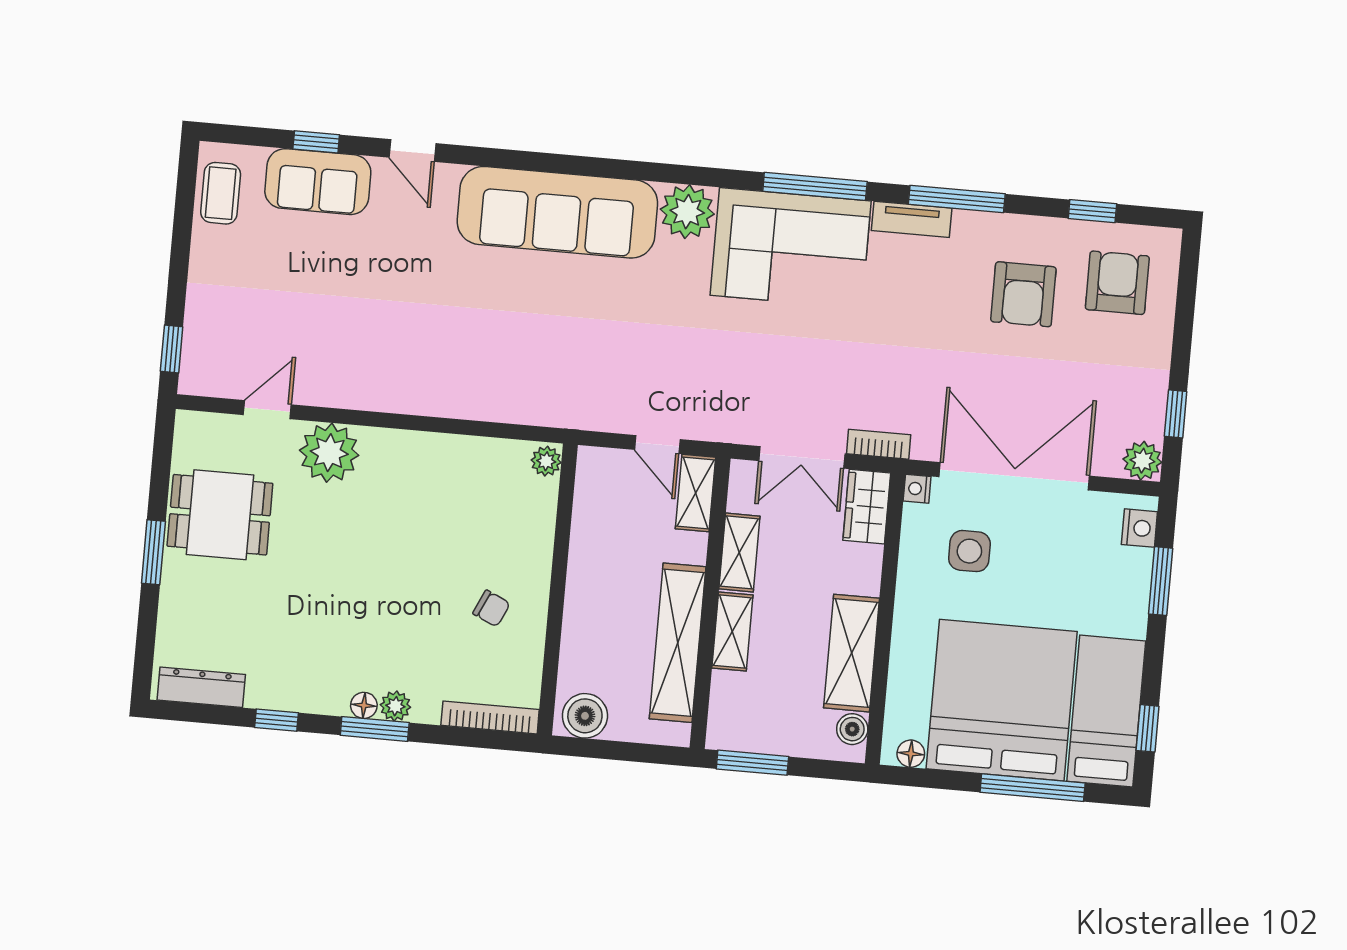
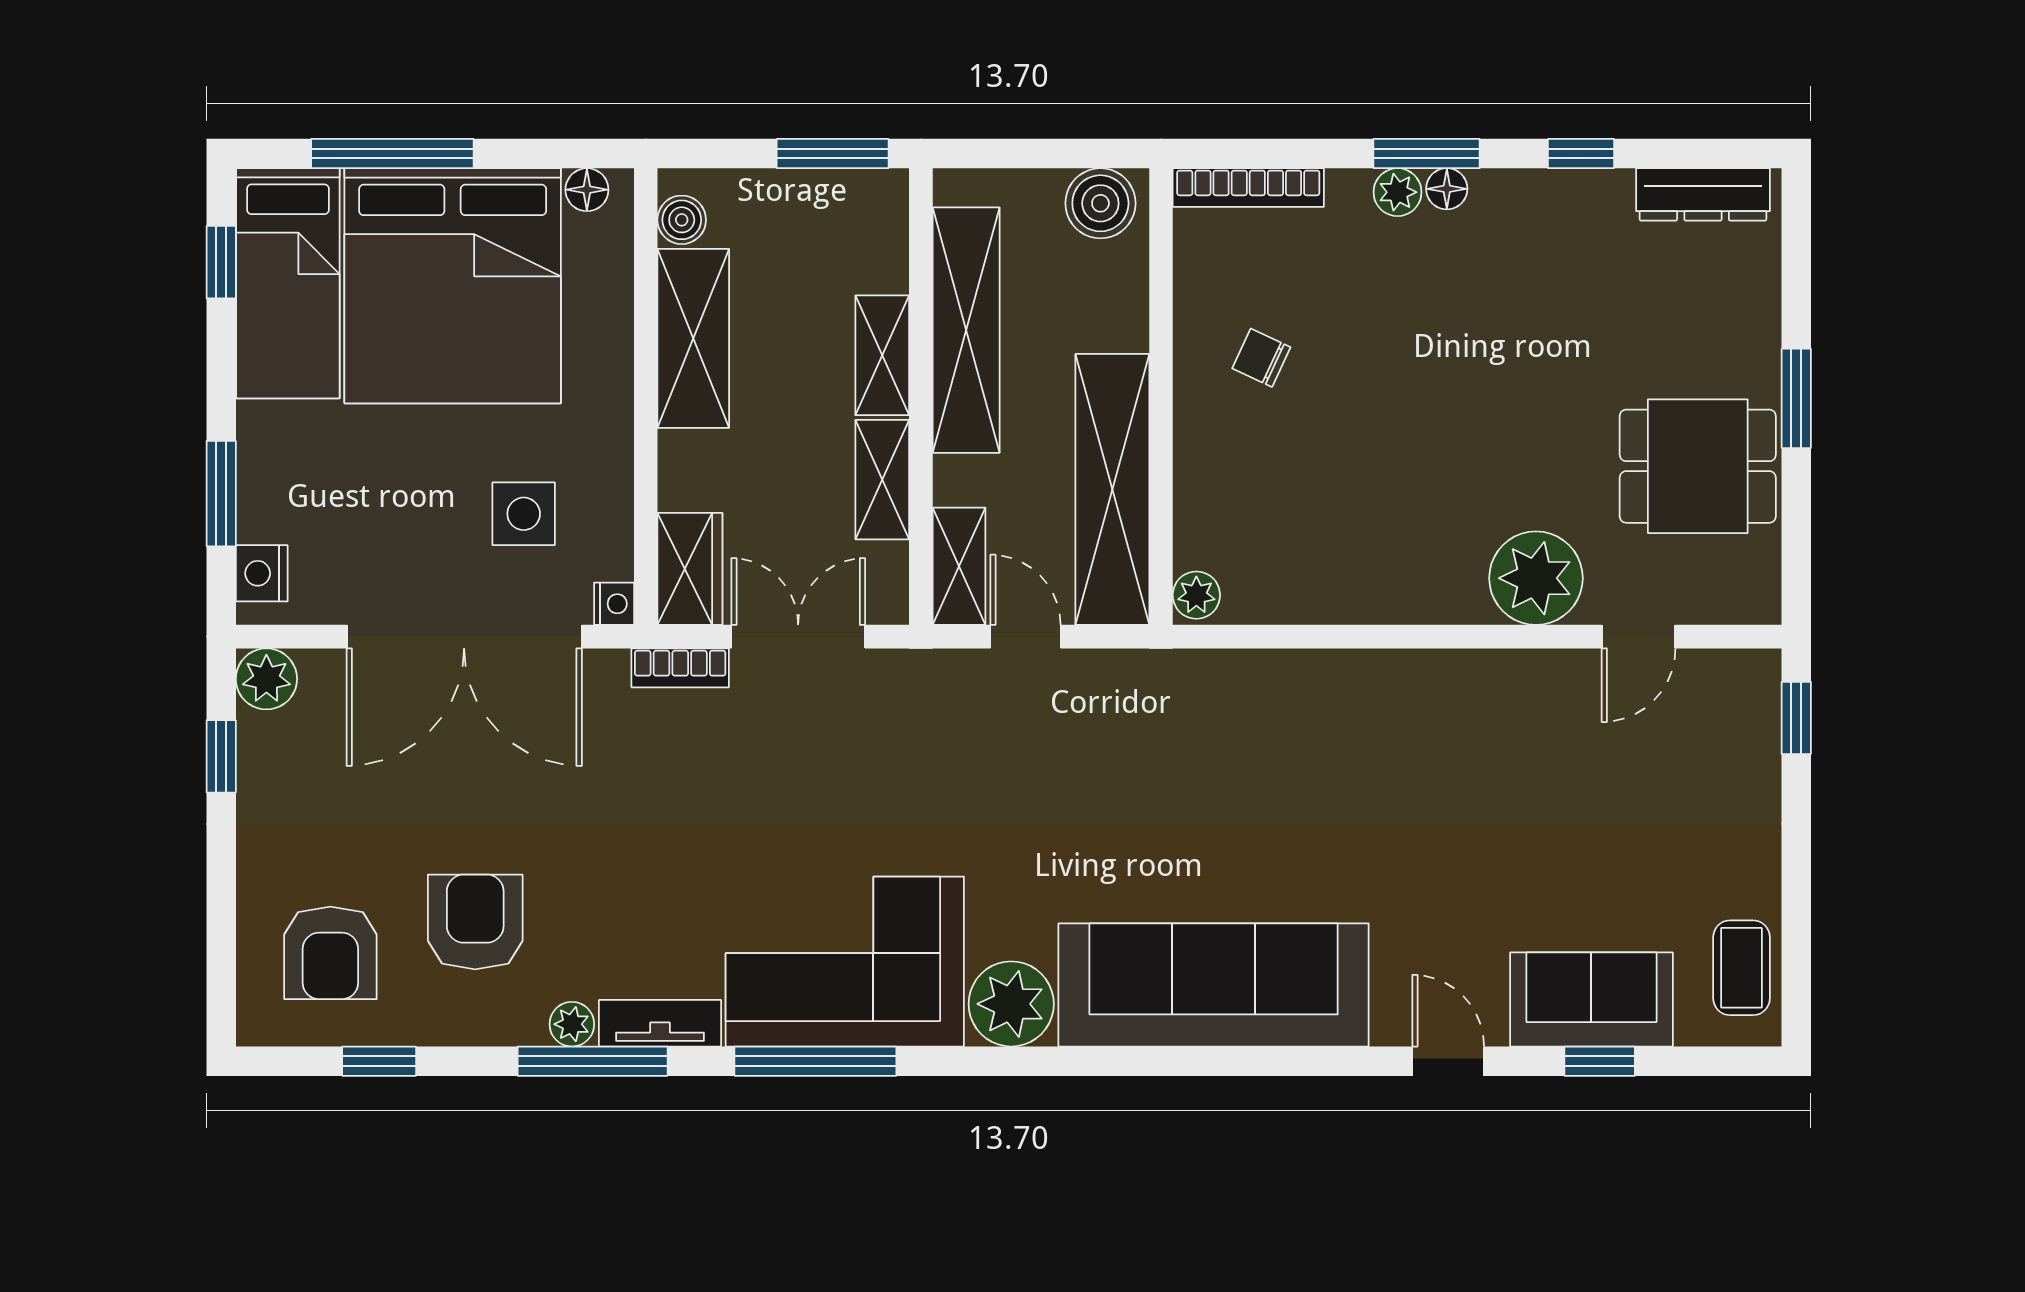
plant: (968, 224) -> (572, 1024), added
shelving: (594, 533) -> (1112, 489), added

